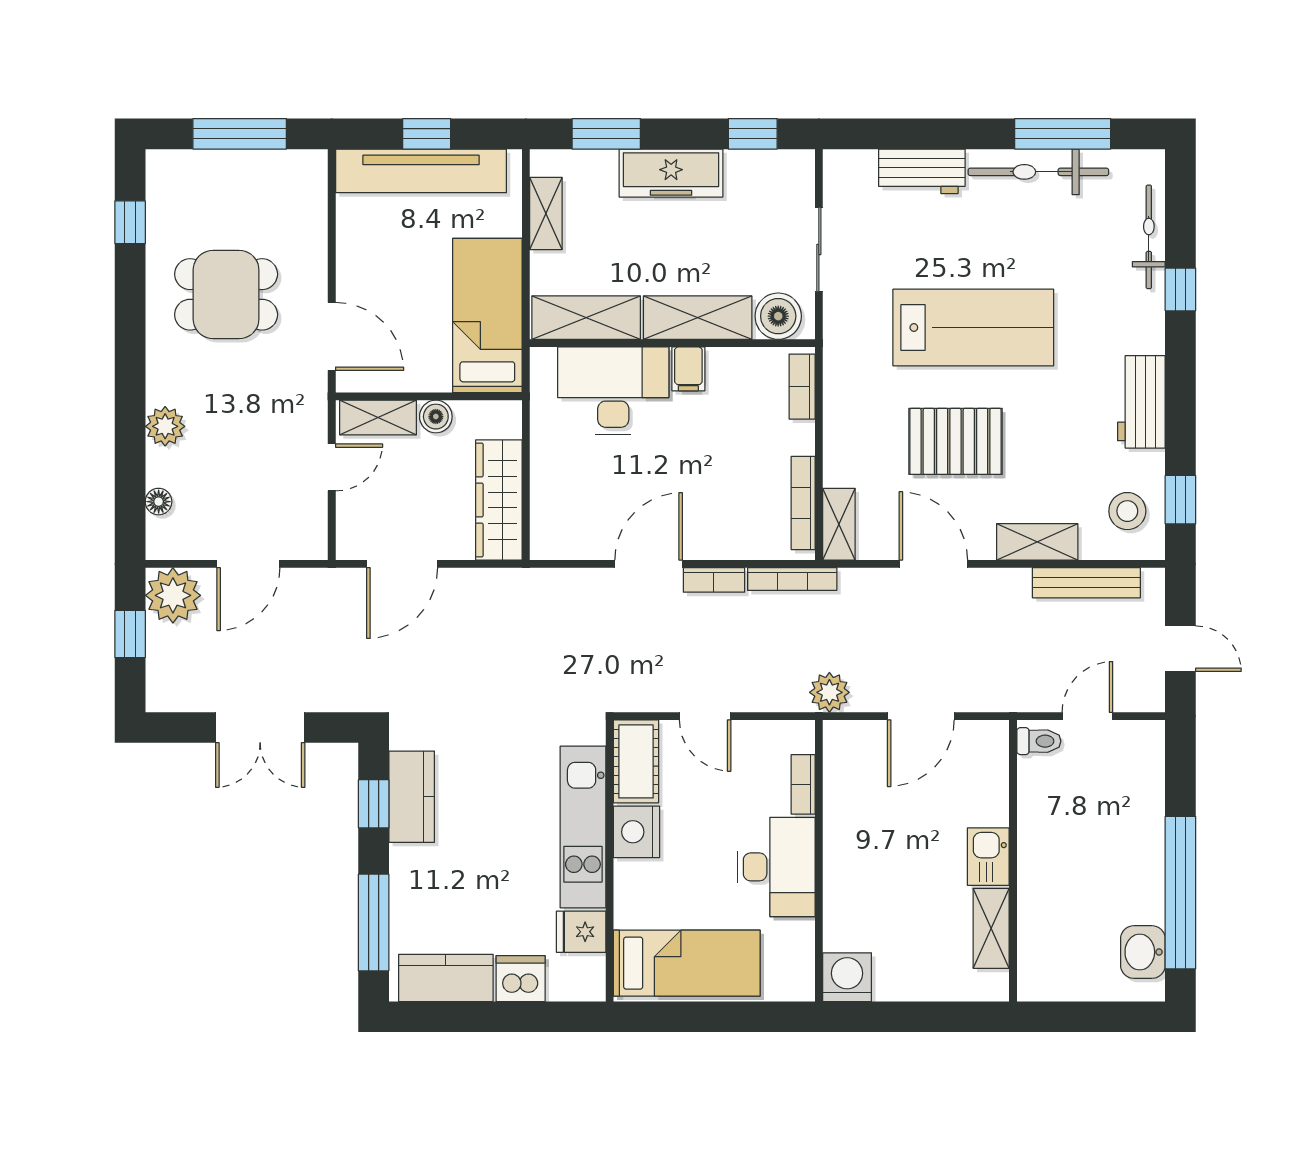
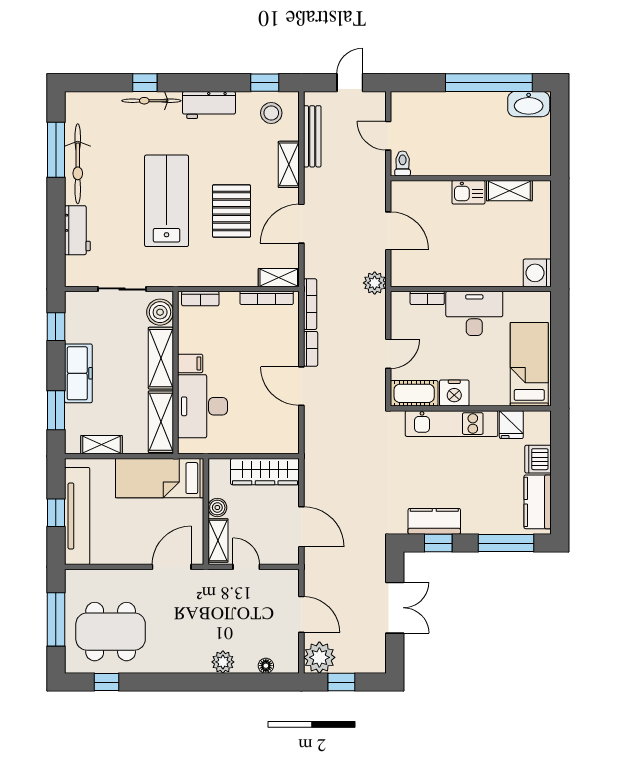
bicycle: (1149, 237) -> (151, 101), moved
dining table: (226, 294) -> (111, 632), moved, width x1.38
washbasin: (1143, 952) -> (529, 104), width x1.38

